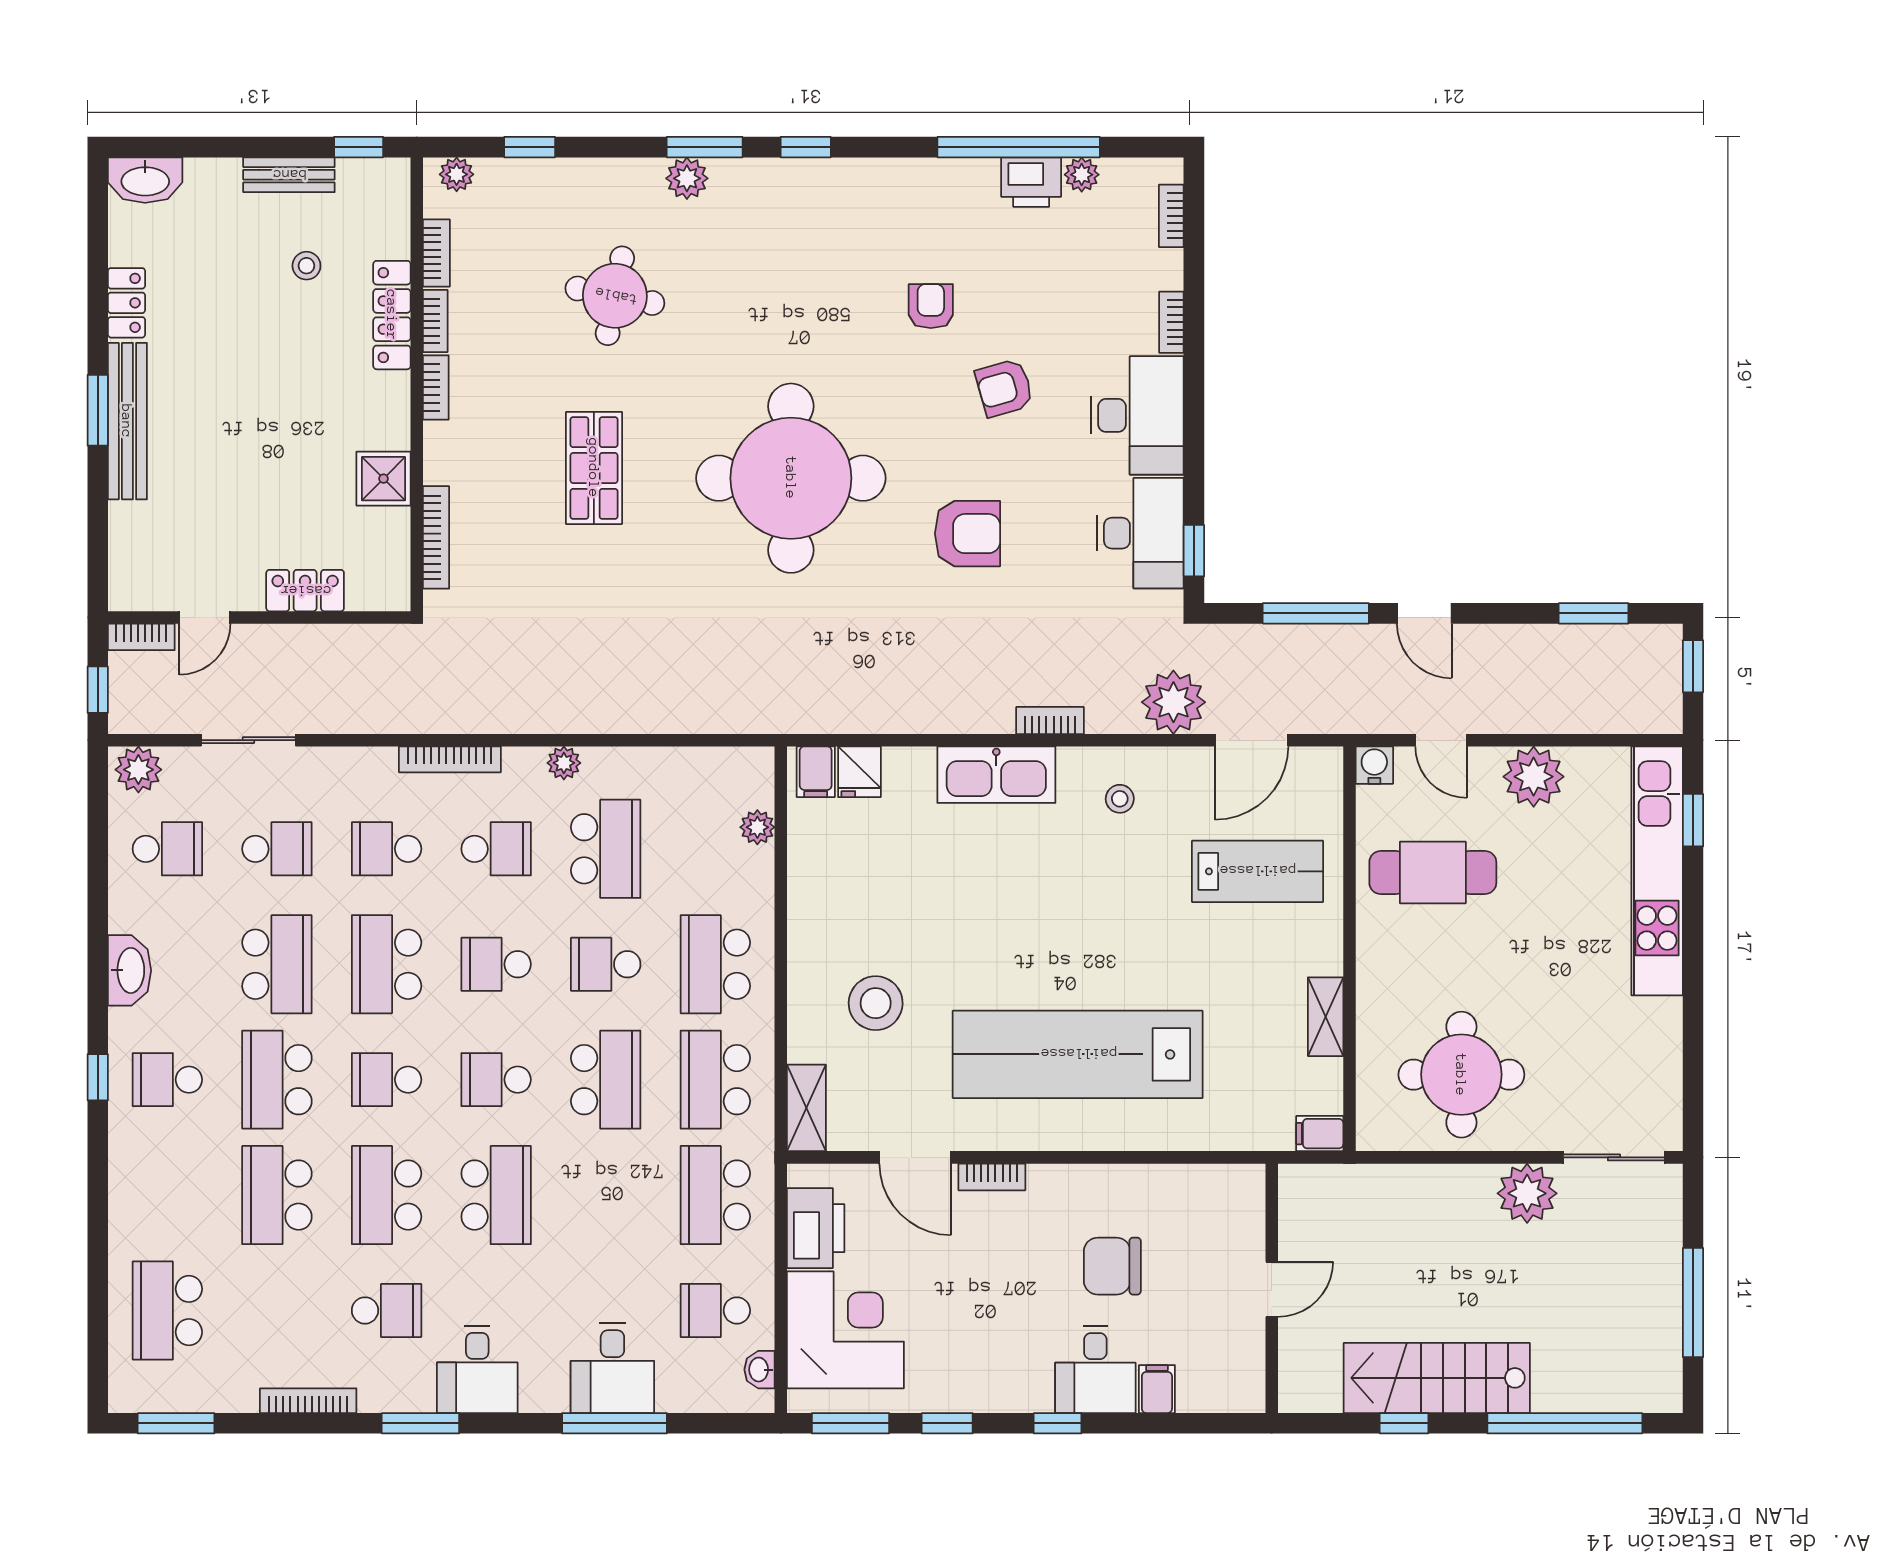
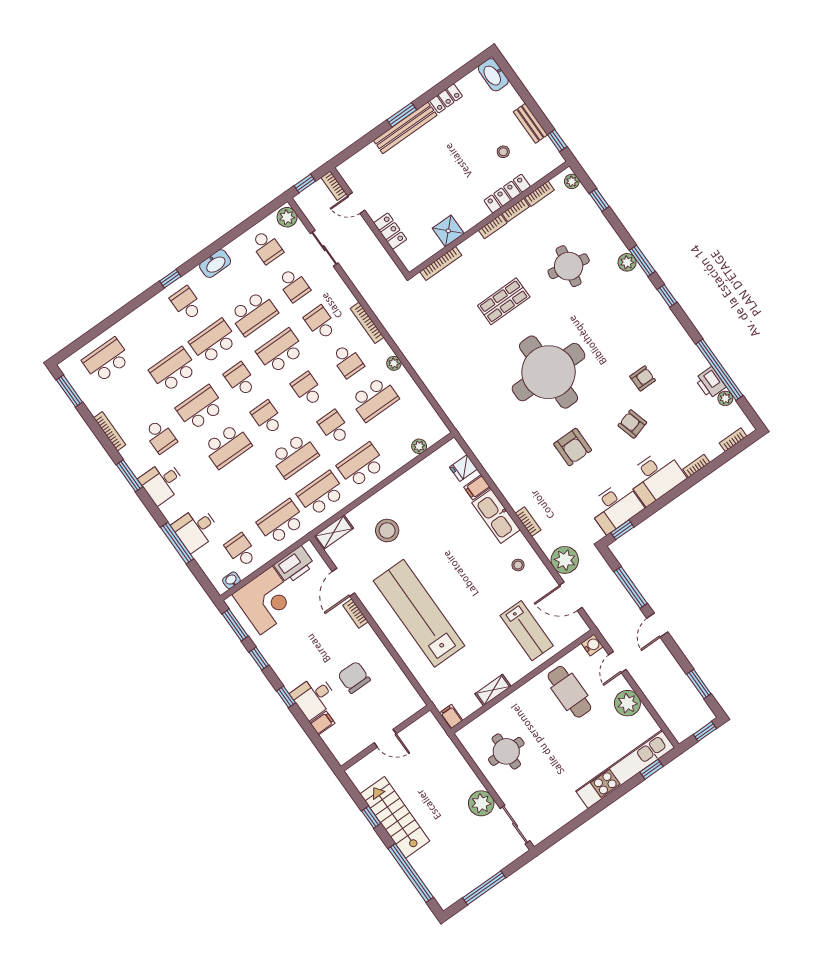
filing cabinet: (816, 772) -> (477, 487), moved
round table: (1461, 1075) -> (506, 751), width x0.73, depth x0.73

